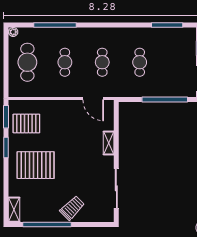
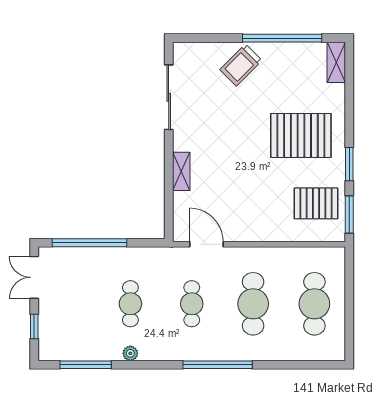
window: (55, 25) -> (218, 365), moved
plant: (13, 32) -> (130, 353), moved
cafe table: (65, 62) -> (253, 304), width x1.37, depth x1.35

